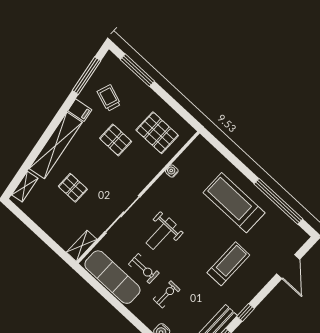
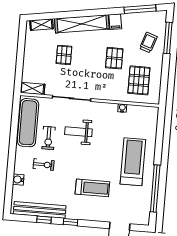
trolley: (109, 98) -> (148, 43), moved

